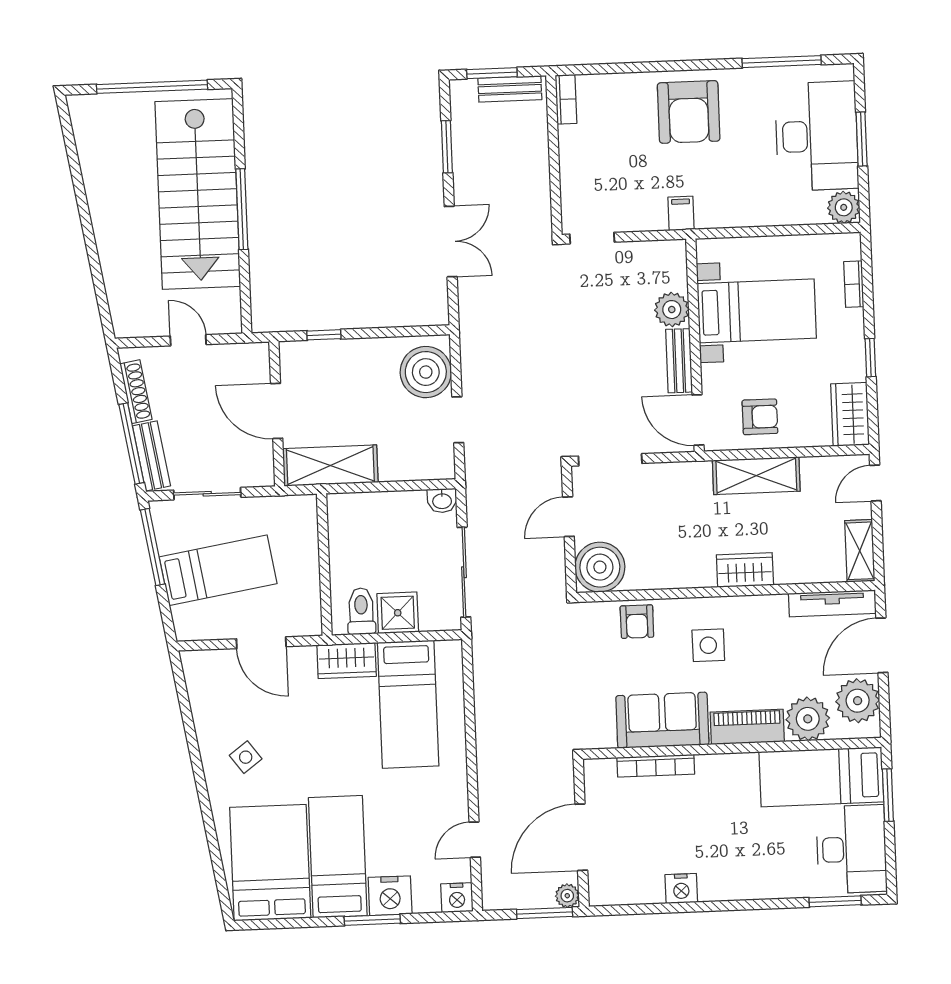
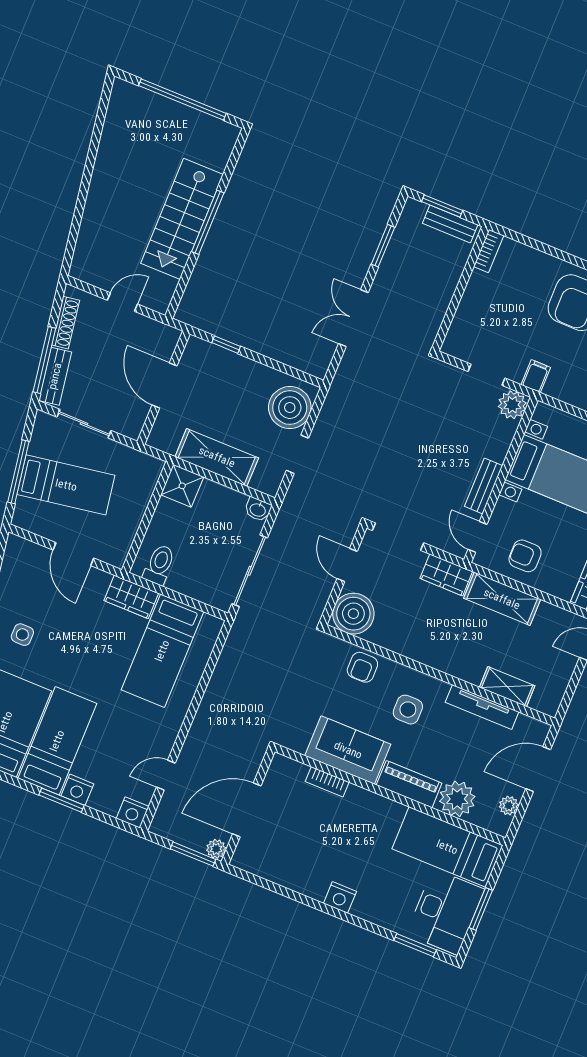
stairs: (198, 194) -> (182, 219), width x0.73, depth x0.66
doorway: (592, 238) -> (486, 375), moved
double door: (451, 241) -> (353, 318), swing flipped
plant: (672, 310) -> (512, 405), moved
door: (188, 340) -> (122, 302), hinge flipped
armchair: (760, 417) -> (525, 556), turned 180
door: (698, 420) -> (478, 537), width x0.73
shelving: (330, 465) -> (217, 457), moved
door: (568, 517) -> (347, 565), hinge flipped
window: (152, 547) -> (18, 472), moved
shelving: (860, 551) -> (507, 687), moved, turned 90
wardrobe: (745, 570) -> (446, 575), moved, turned 180
tv unit: (832, 603) -> (482, 707), moved
shower: (398, 613) -> (182, 486), moved
plant: (858, 701) -> (509, 806), width x0.53, depth x0.53
side table: (246, 757) -> (22, 635), turned 37
bookcase: (656, 766) -> (327, 782), width x0.64
window: (888, 795) -> (481, 909), moved
nightstand: (681, 889) -> (340, 897), moved
nightstand: (390, 896) -> (77, 790), width x0.74, depth x0.75

